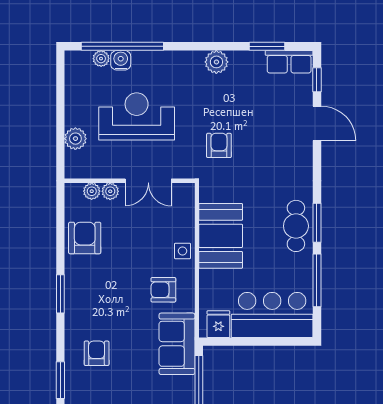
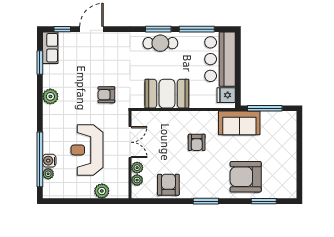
armchair: (85, 238) -> (168, 185), turned 90
side table: (183, 251) -> (177, 119), removed
armchair: (163, 290) -> (197, 142), moved
armchair: (97, 353) -> (246, 177), width x1.88, depth x1.88

